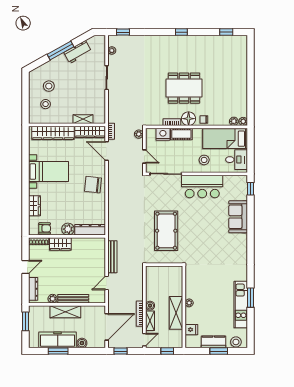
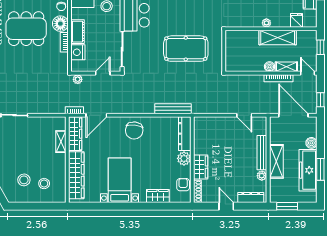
dining table: (184, 88) -> (26, 29), turned 90
bench: (112, 257) -> (173, 109), moved

